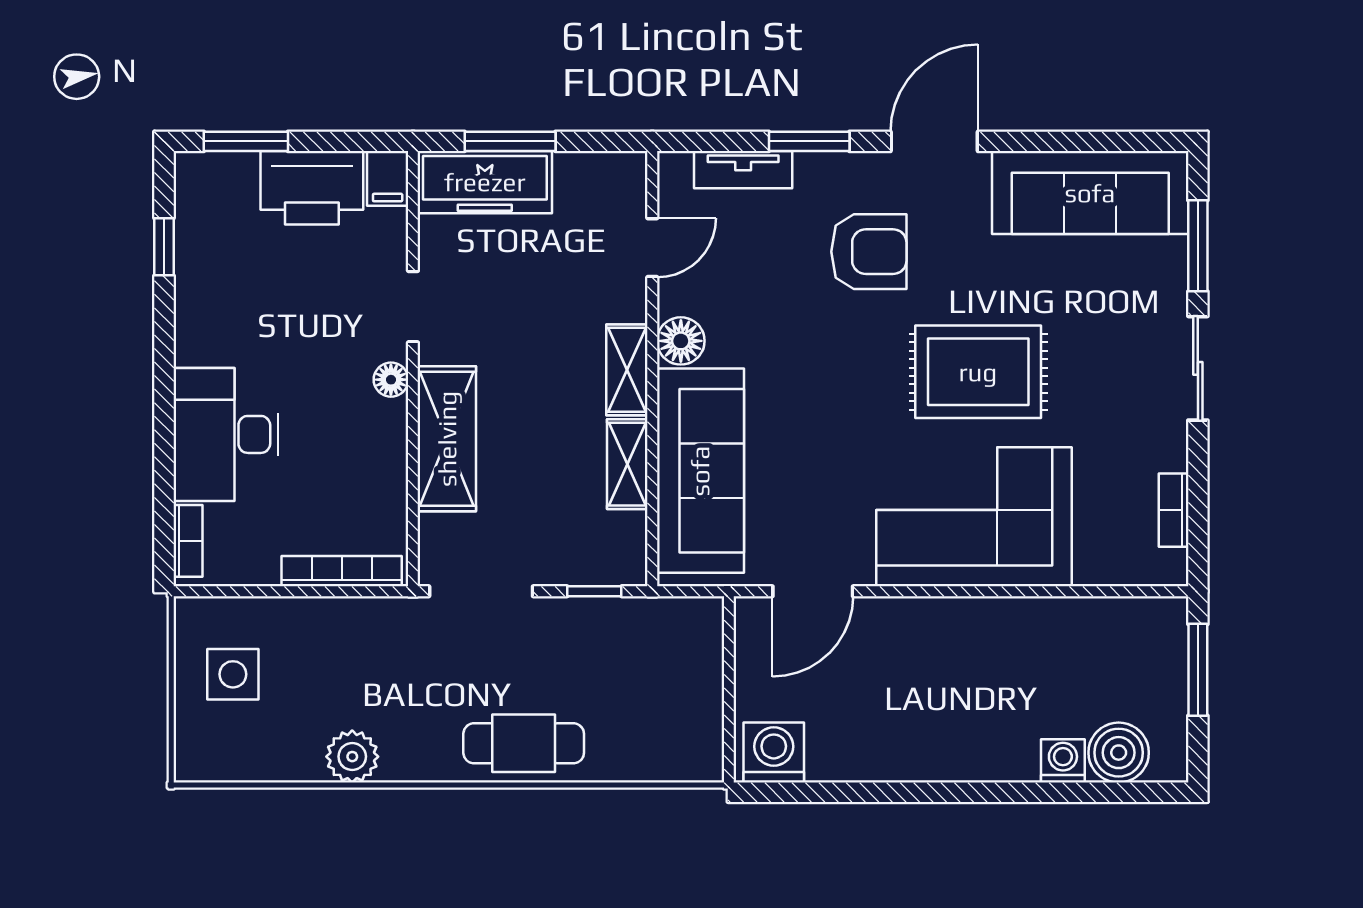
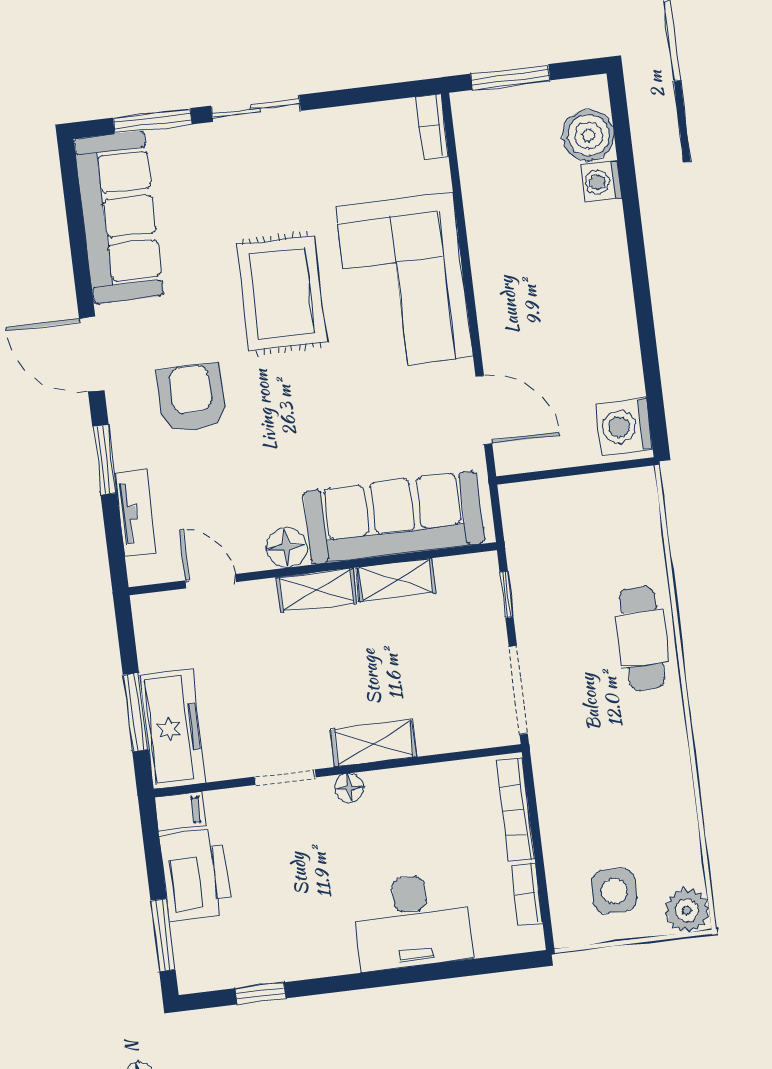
shelving: (447, 439) -> (373, 743), width x0.67, depth x0.75
bookcase: (1174, 510) -> (432, 126), moved, turned 90
bookcase: (188, 541) -> (527, 894), moved, turned -90
plant: (352, 757) -> (687, 910), moved

